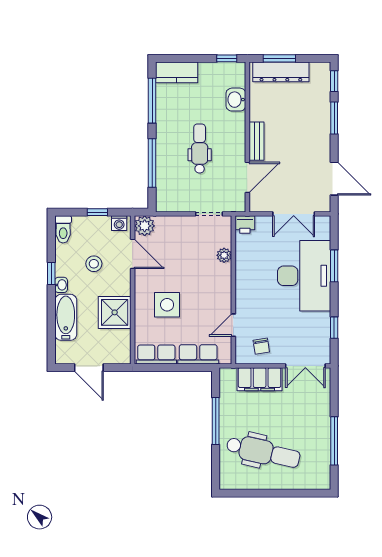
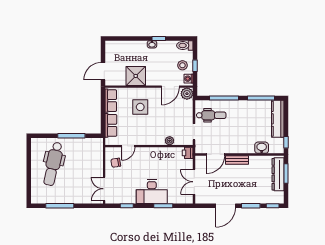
kitchen counter: (177, 72) -> (278, 119), width x1.50
dental chair: (200, 149) -> (211, 115), moved
door: (247, 177) -> (216, 155), hinge flipped
door: (334, 179) -> (226, 206), moved
stool: (94, 264) -> (182, 65), moved
desk: (304, 276) -> (152, 192), width x0.73, depth x0.77
bathtub: (66, 317) -> (133, 47), removed
door: (233, 325) -> (128, 146), swing flipped
door: (89, 368) -> (103, 71), moved
filing cabinet: (260, 379) -> (96, 162), removed

